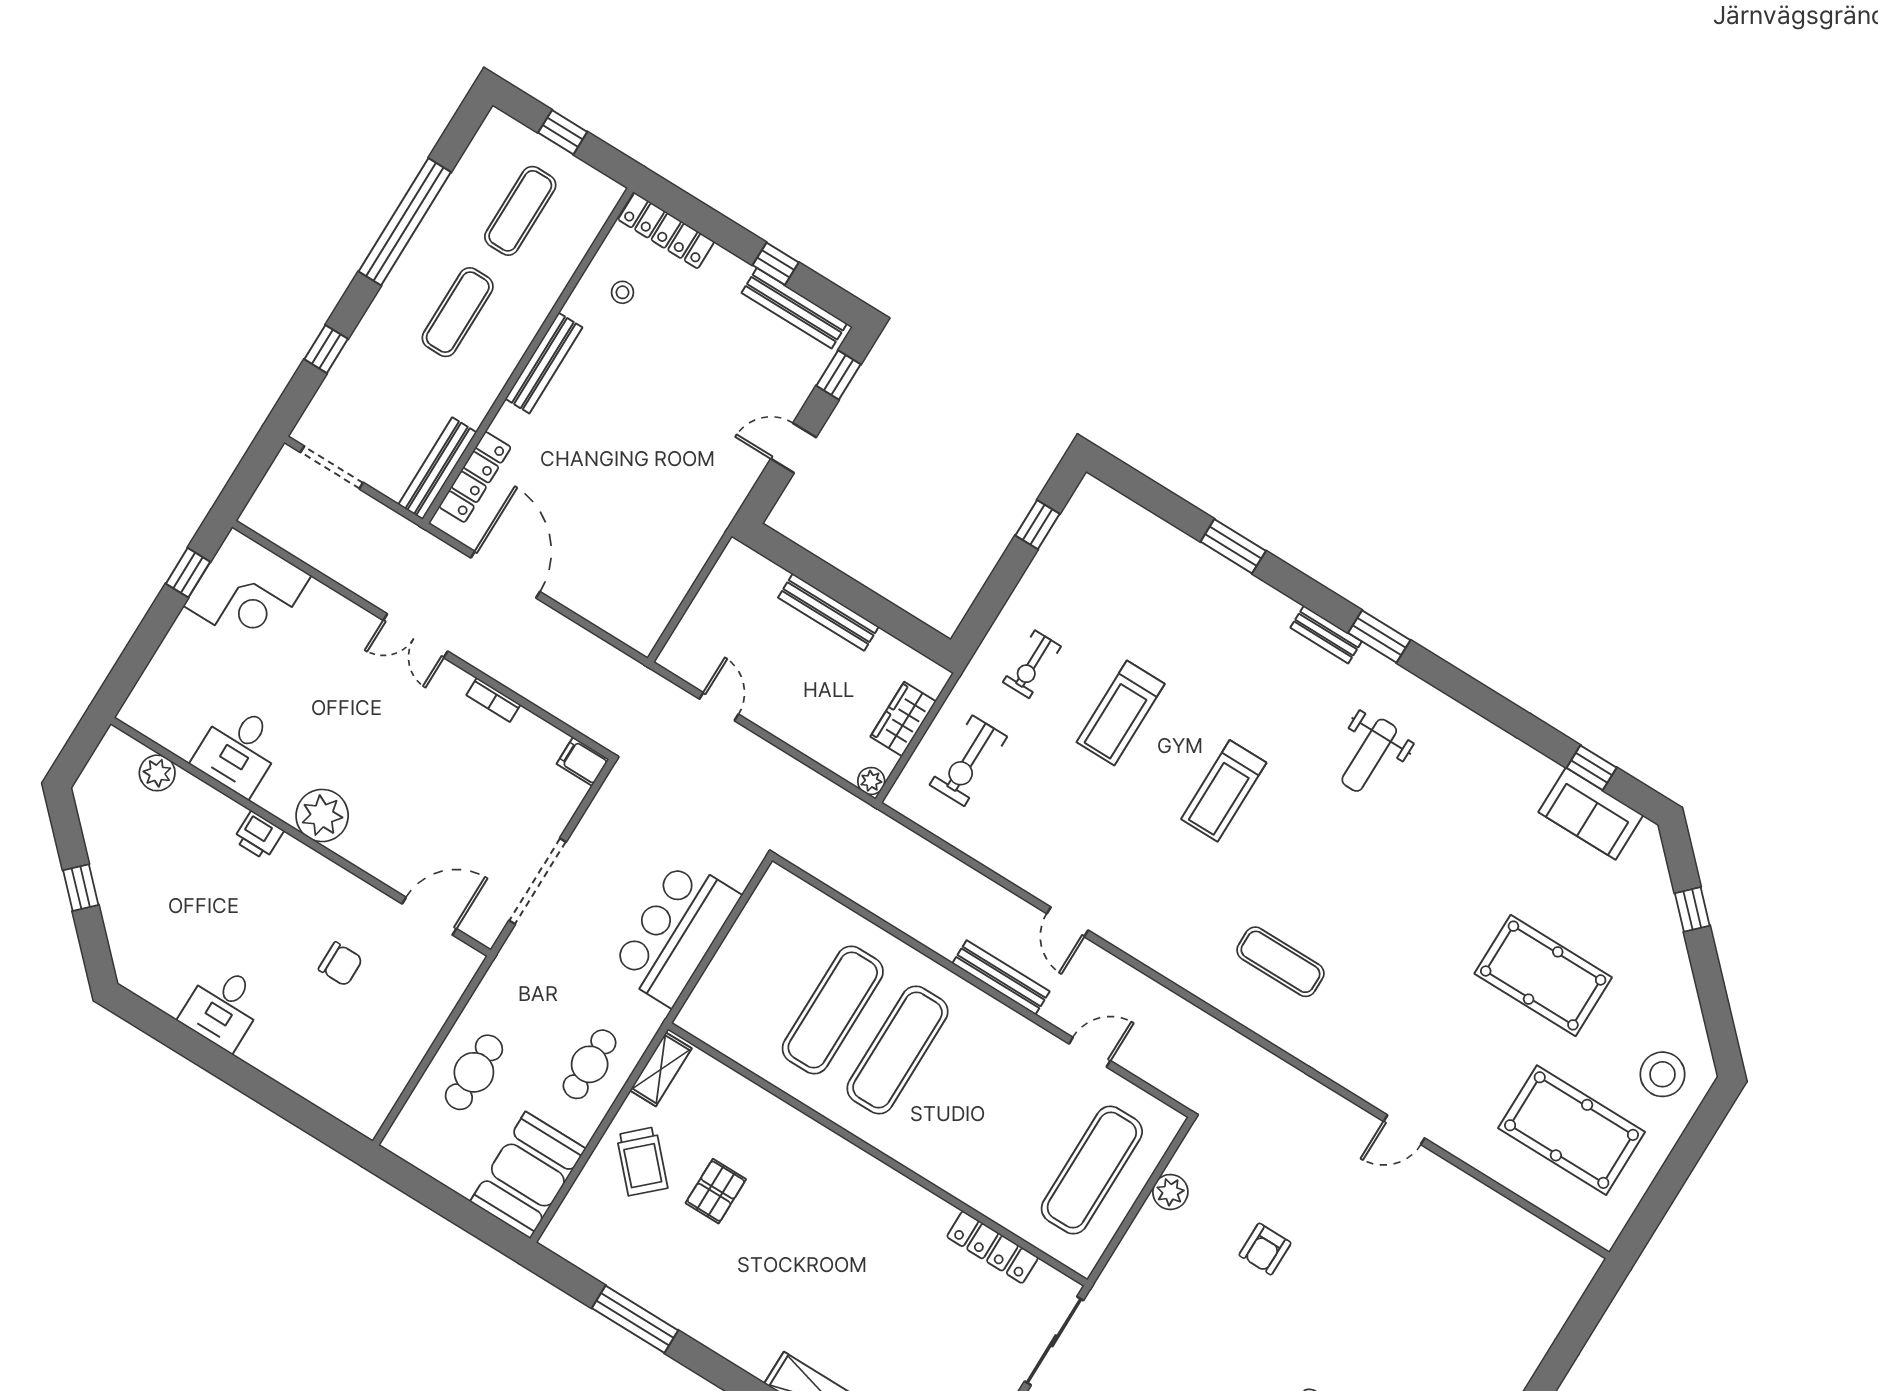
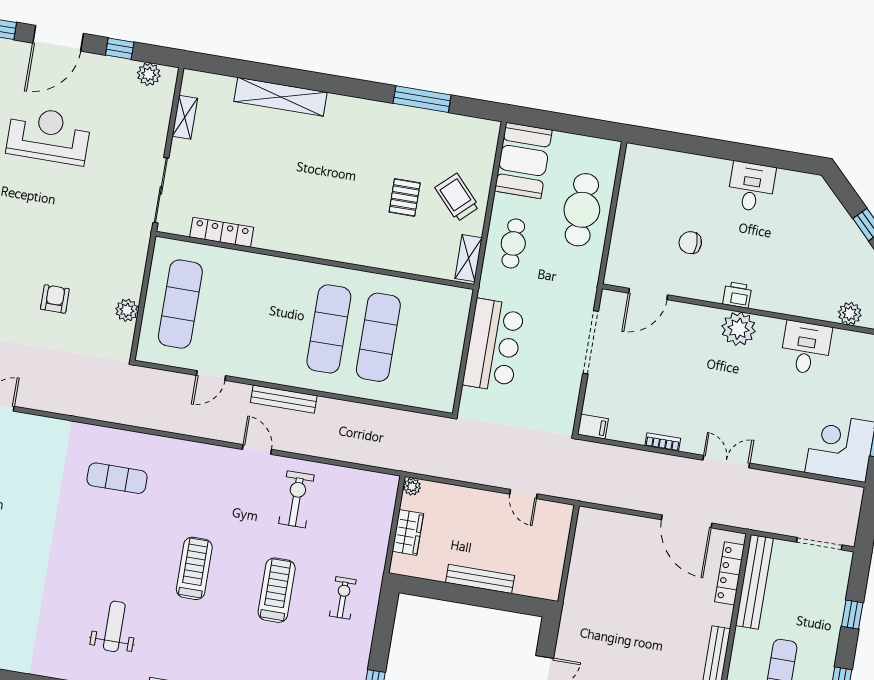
bench: (437, 468) -> (754, 582), width x1.37, depth x1.21
exercise bike: (968, 761) -> (296, 499), moved
printer: (259, 835) -> (737, 295), moved
cafe table: (474, 1072) -> (582, 210), width x1.37, depth x1.35

